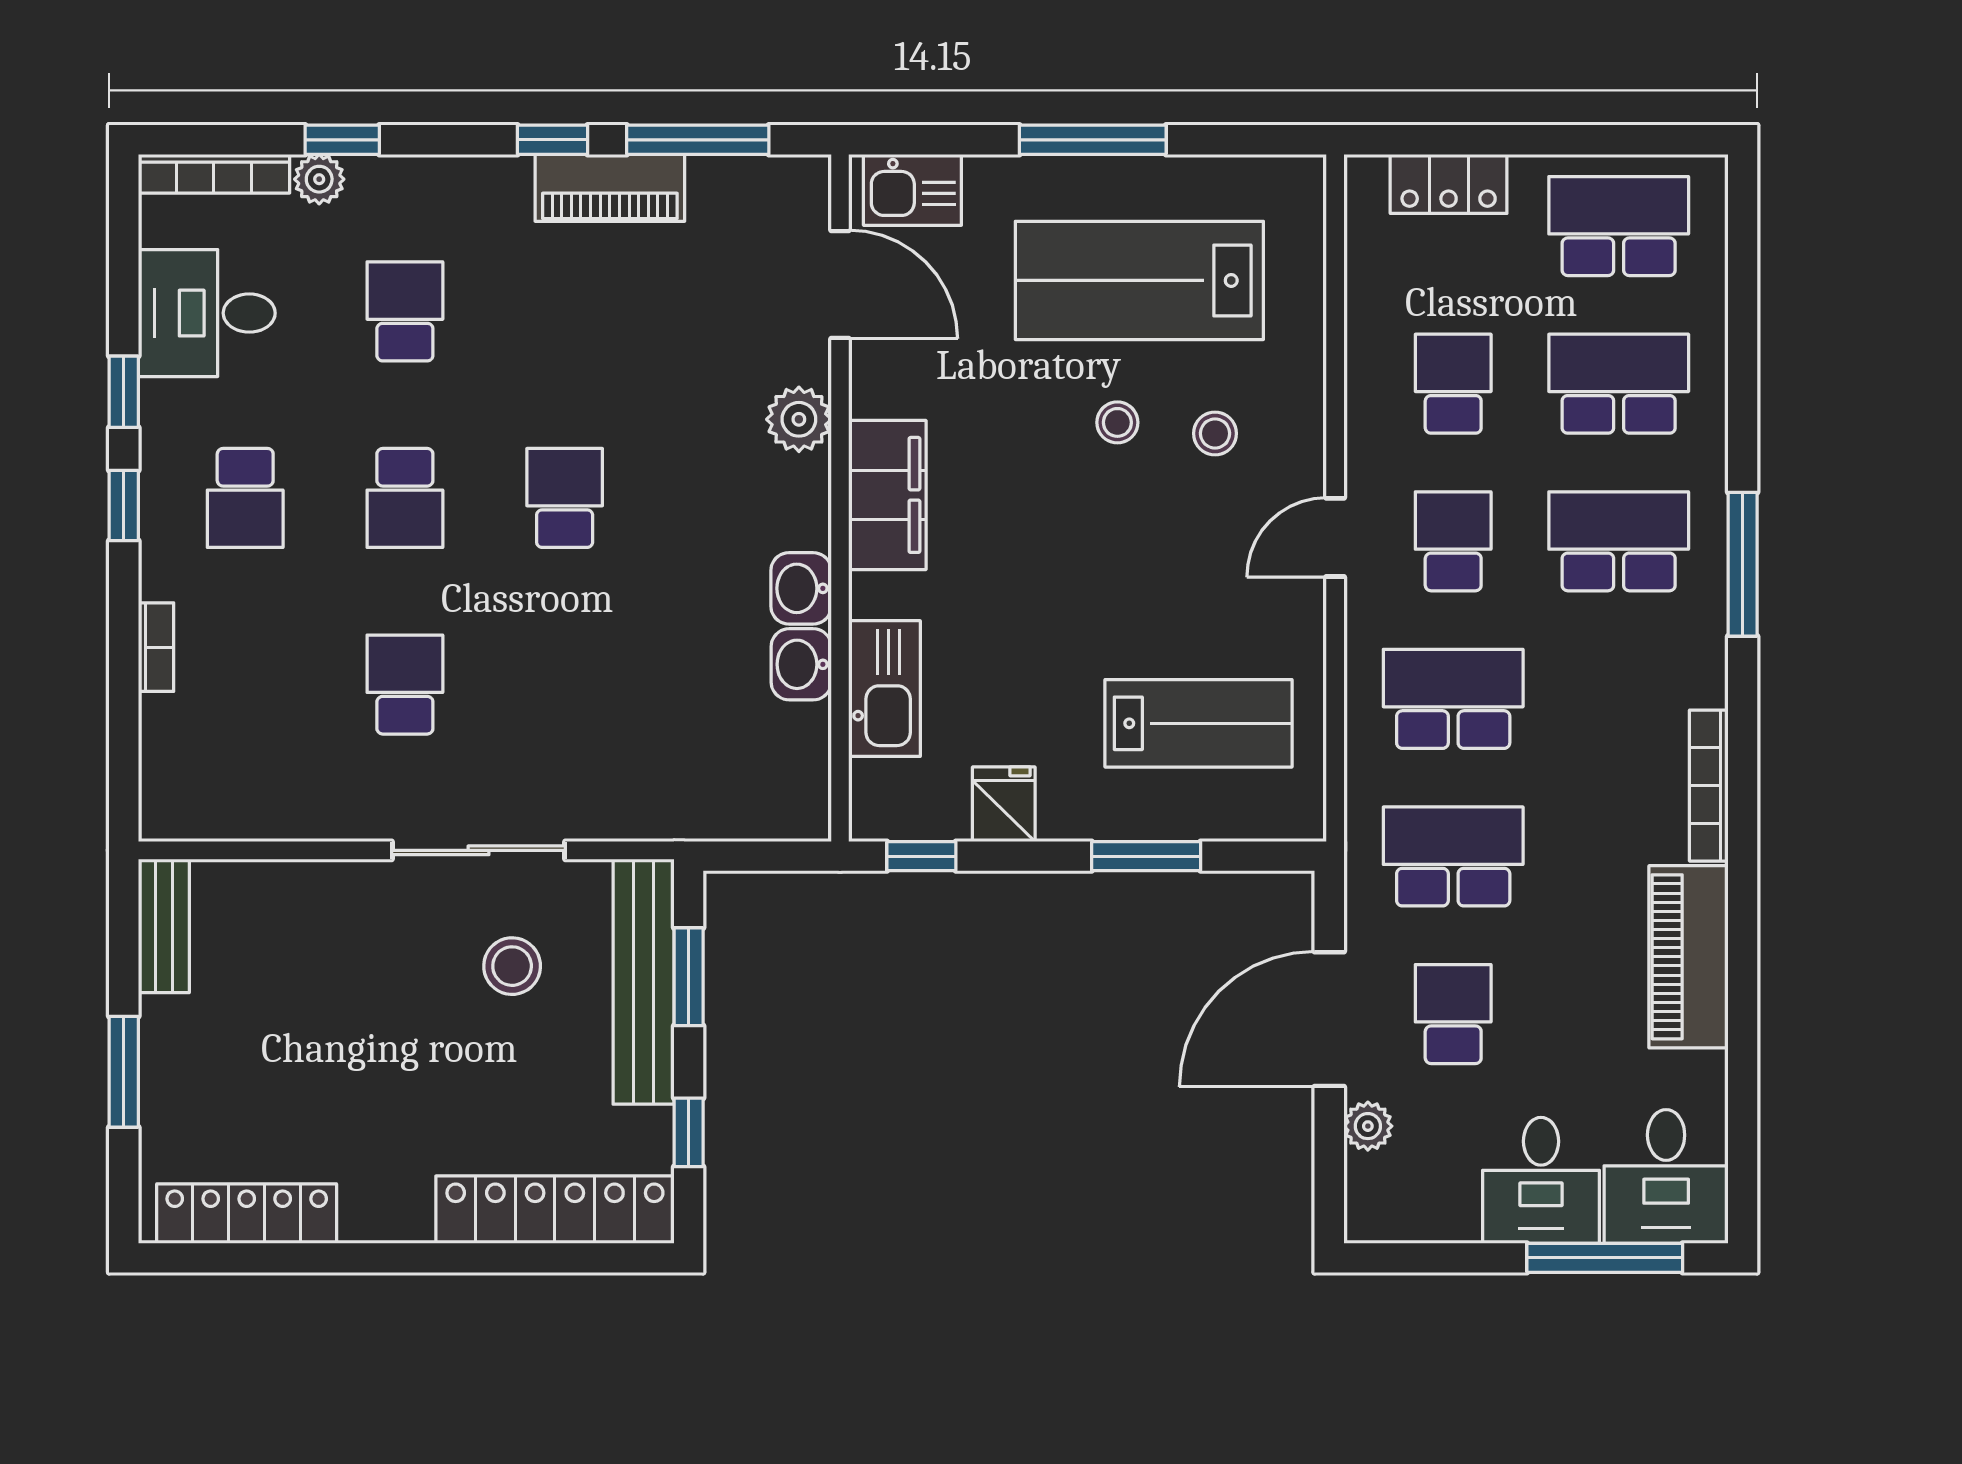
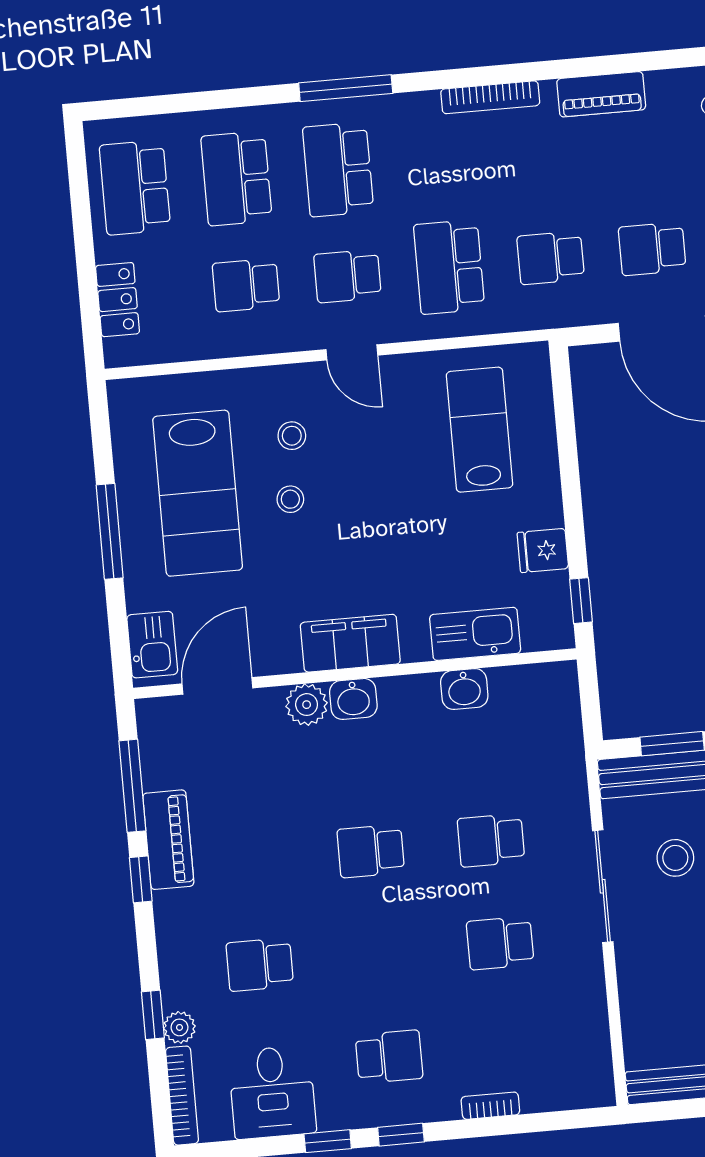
school desk: (405, 498) -> (491, 840), moved, turned 180
washbasin: (801, 588) -> (353, 699), moved
window: (1146, 856) -> (568, 456), removed
school desk: (1453, 856) -> (551, 258), width x0.54
piano: (1689, 957) -> (601, 94), width x0.73, depth x0.75

